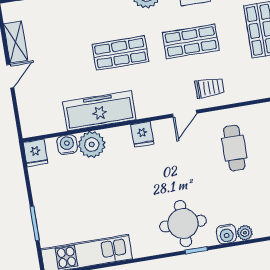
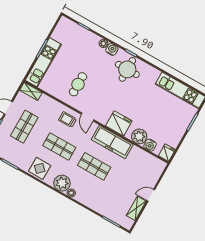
freezer: (99, 111) -> (112, 142), moved
door: (185, 114) -> (88, 117), swing flipped
fridge: (142, 134) -> (119, 123), width x1.88, depth x1.34

